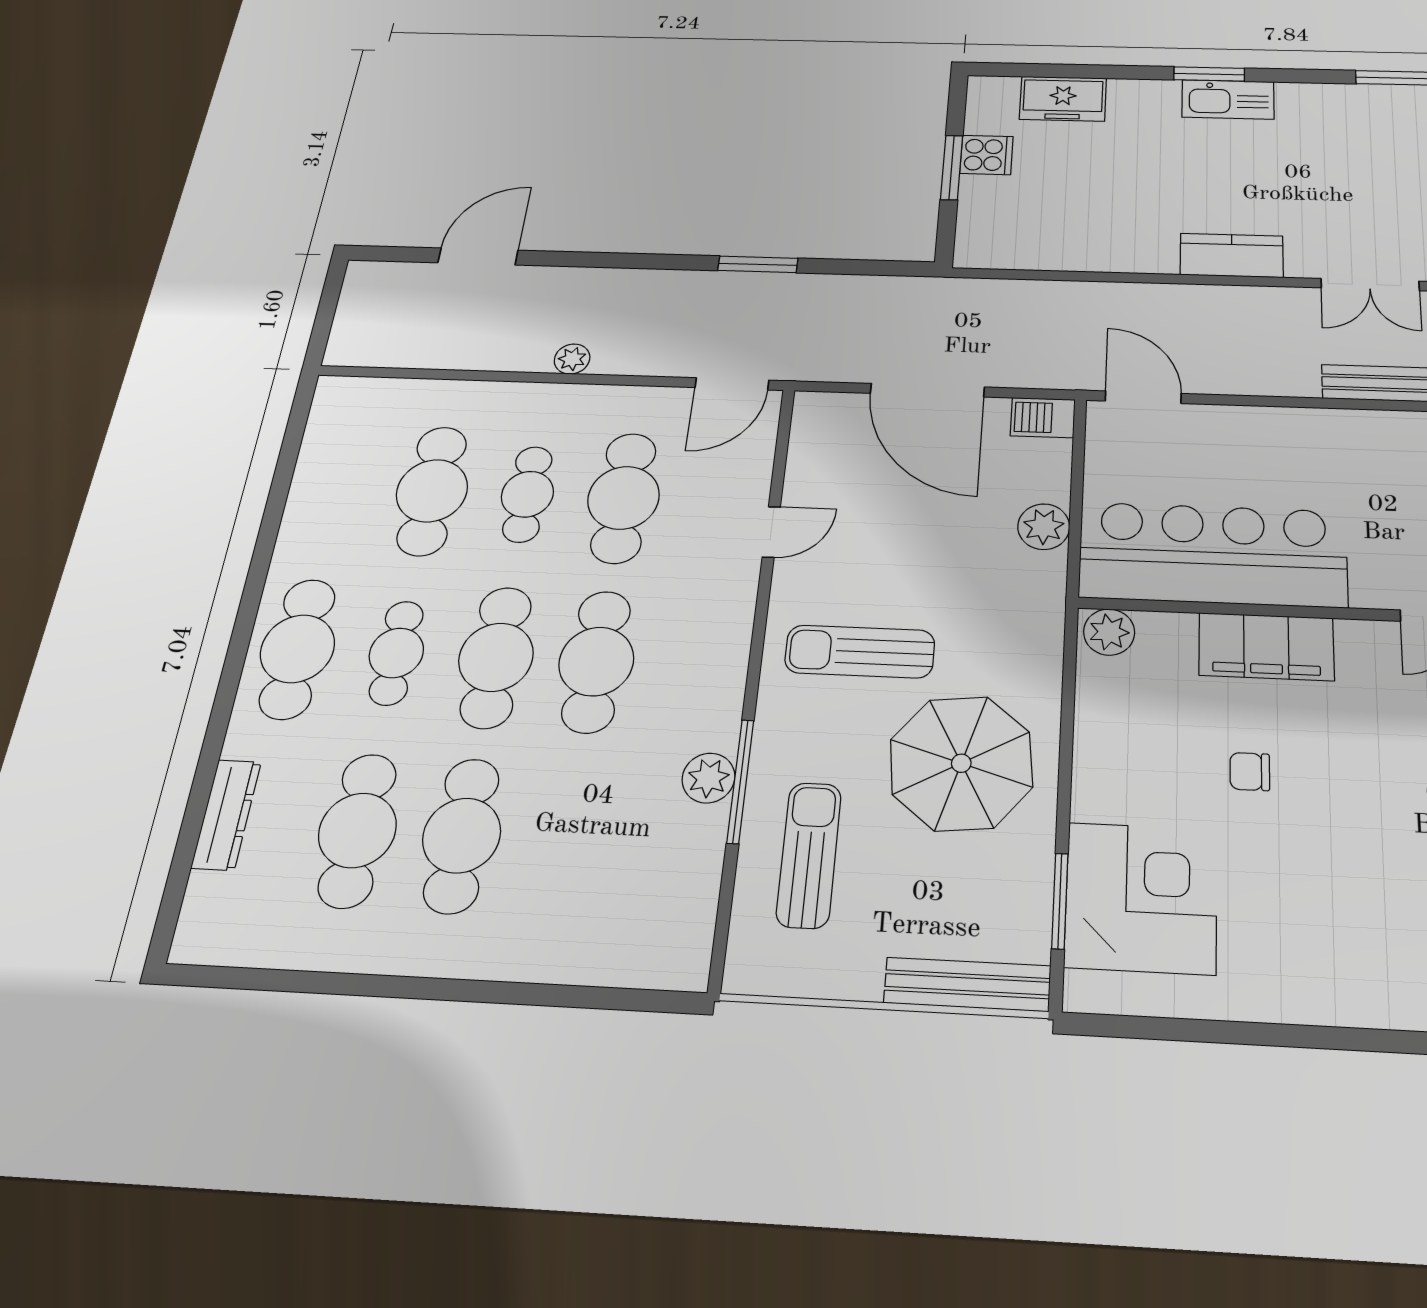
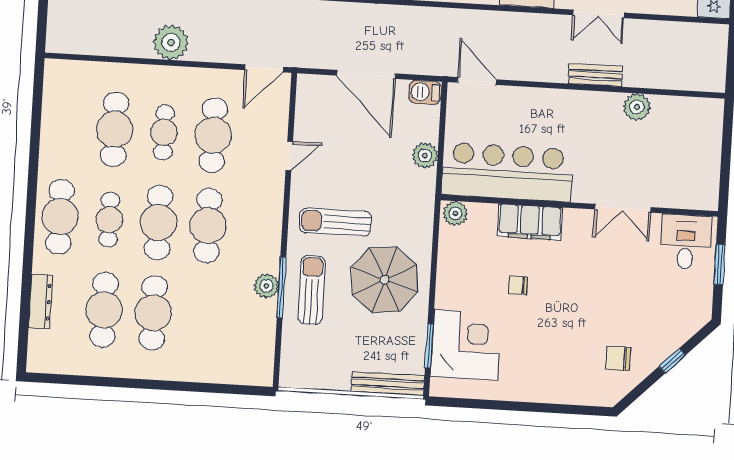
plant: (572, 359) -> (171, 42), width x1.87, depth x1.87
sun lounger: (809, 855) -> (312, 290), moved

